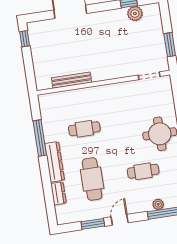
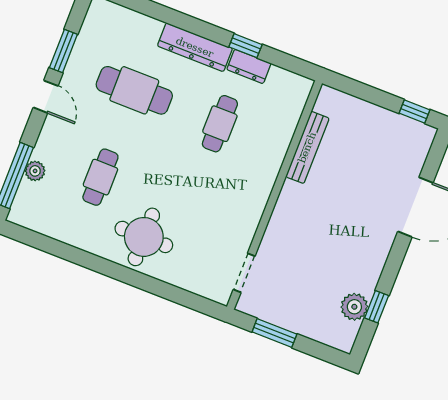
window: (40, 138) -> (246, 46), width x0.46
dresser: (58, 193) -> (249, 66), moved

